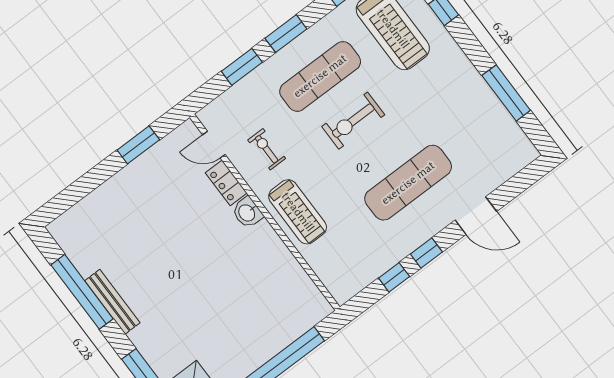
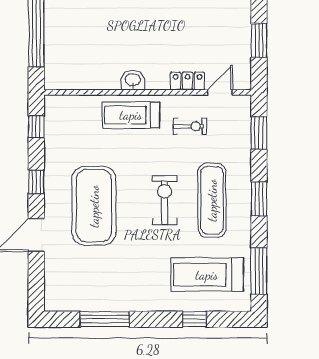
window: (242, 67) -> (259, 133), moved
exercise mat: (408, 183) -> (94, 206), width x1.47
washbasin: (247, 213) -> (133, 80), moved
window: (394, 277) -> (36, 127), moved

